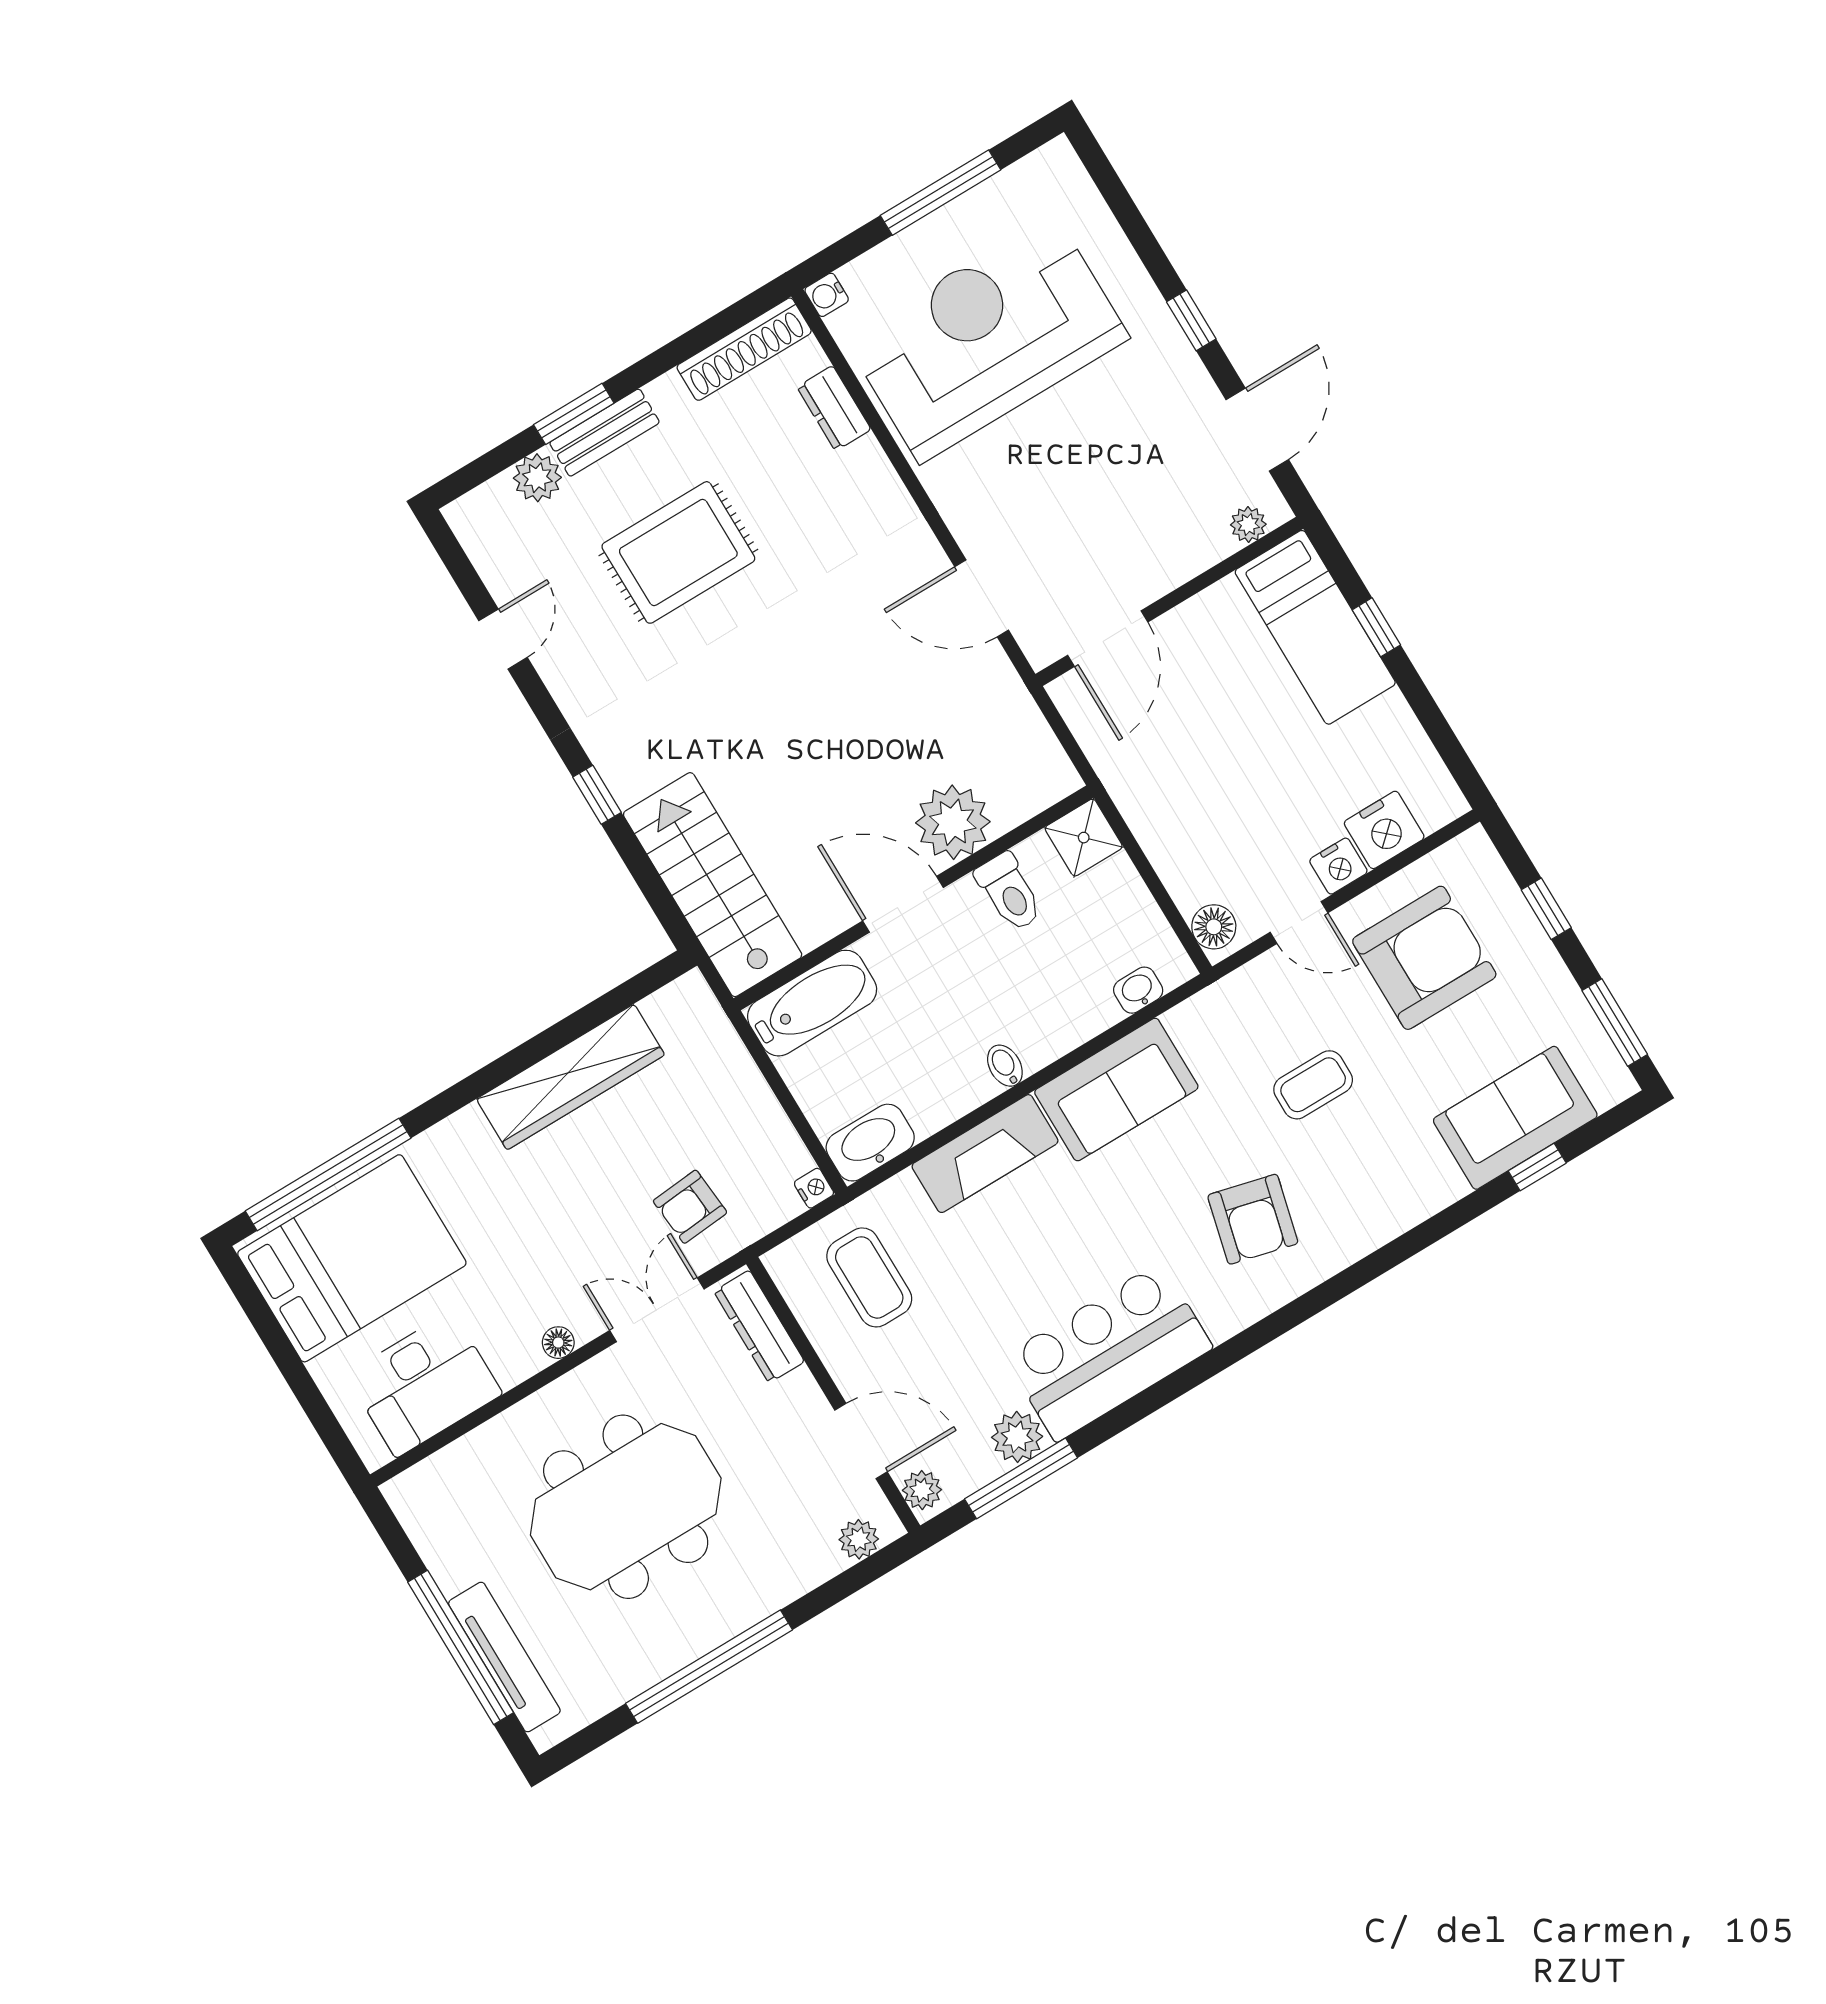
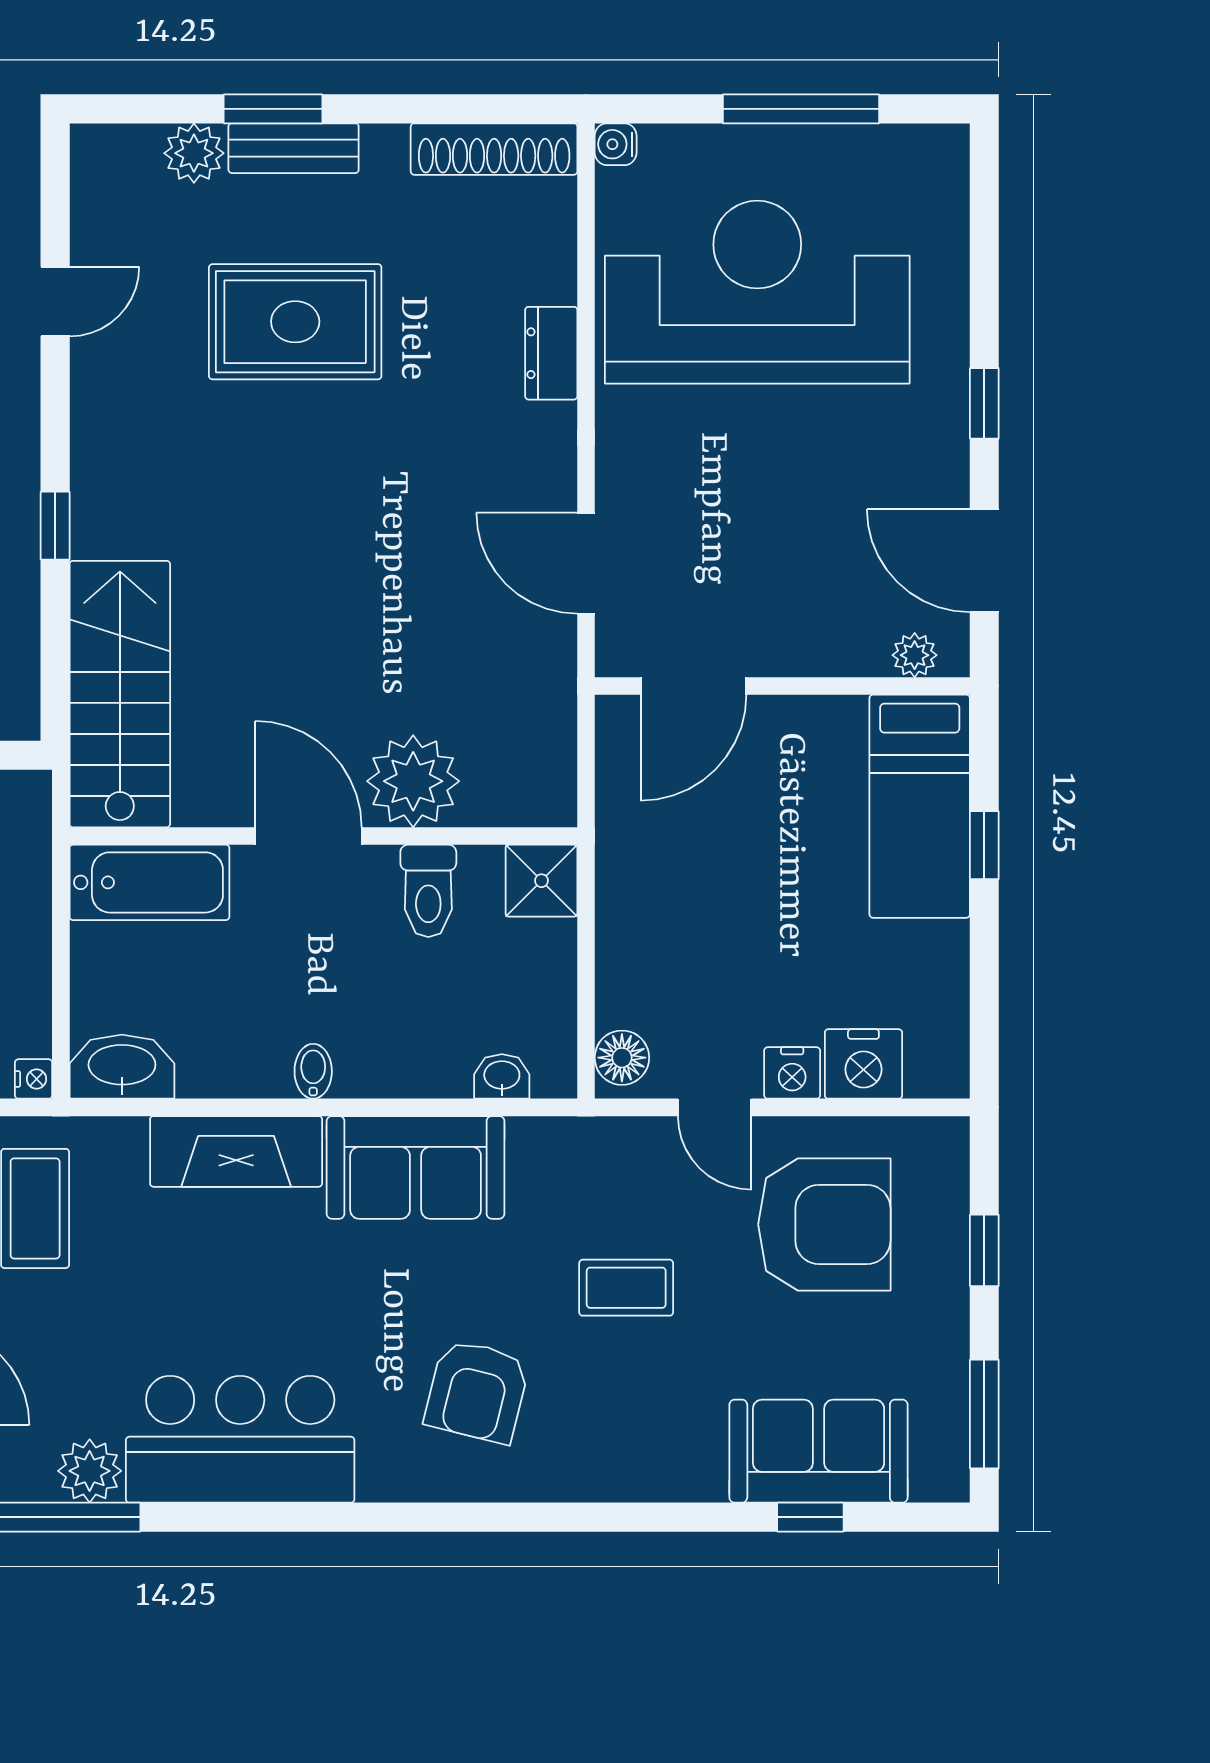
dresser: (834, 408) -> (551, 353), moved
door: (1257, 430) -> (984, 561), swing flipped

